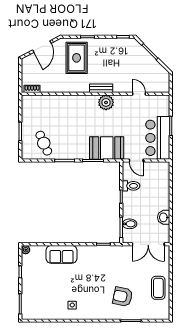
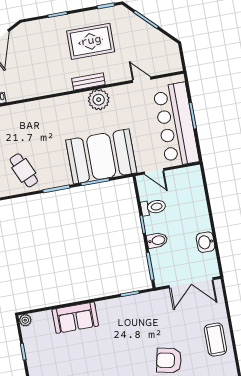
rug: (77, 58) -> (91, 41), moved, turned 90
bar counter: (158, 138) -> (176, 124), width x1.36
booth: (107, 148) -> (101, 156), width x1.36, depth x1.42
bidet: (130, 224) -> (157, 240), moved

